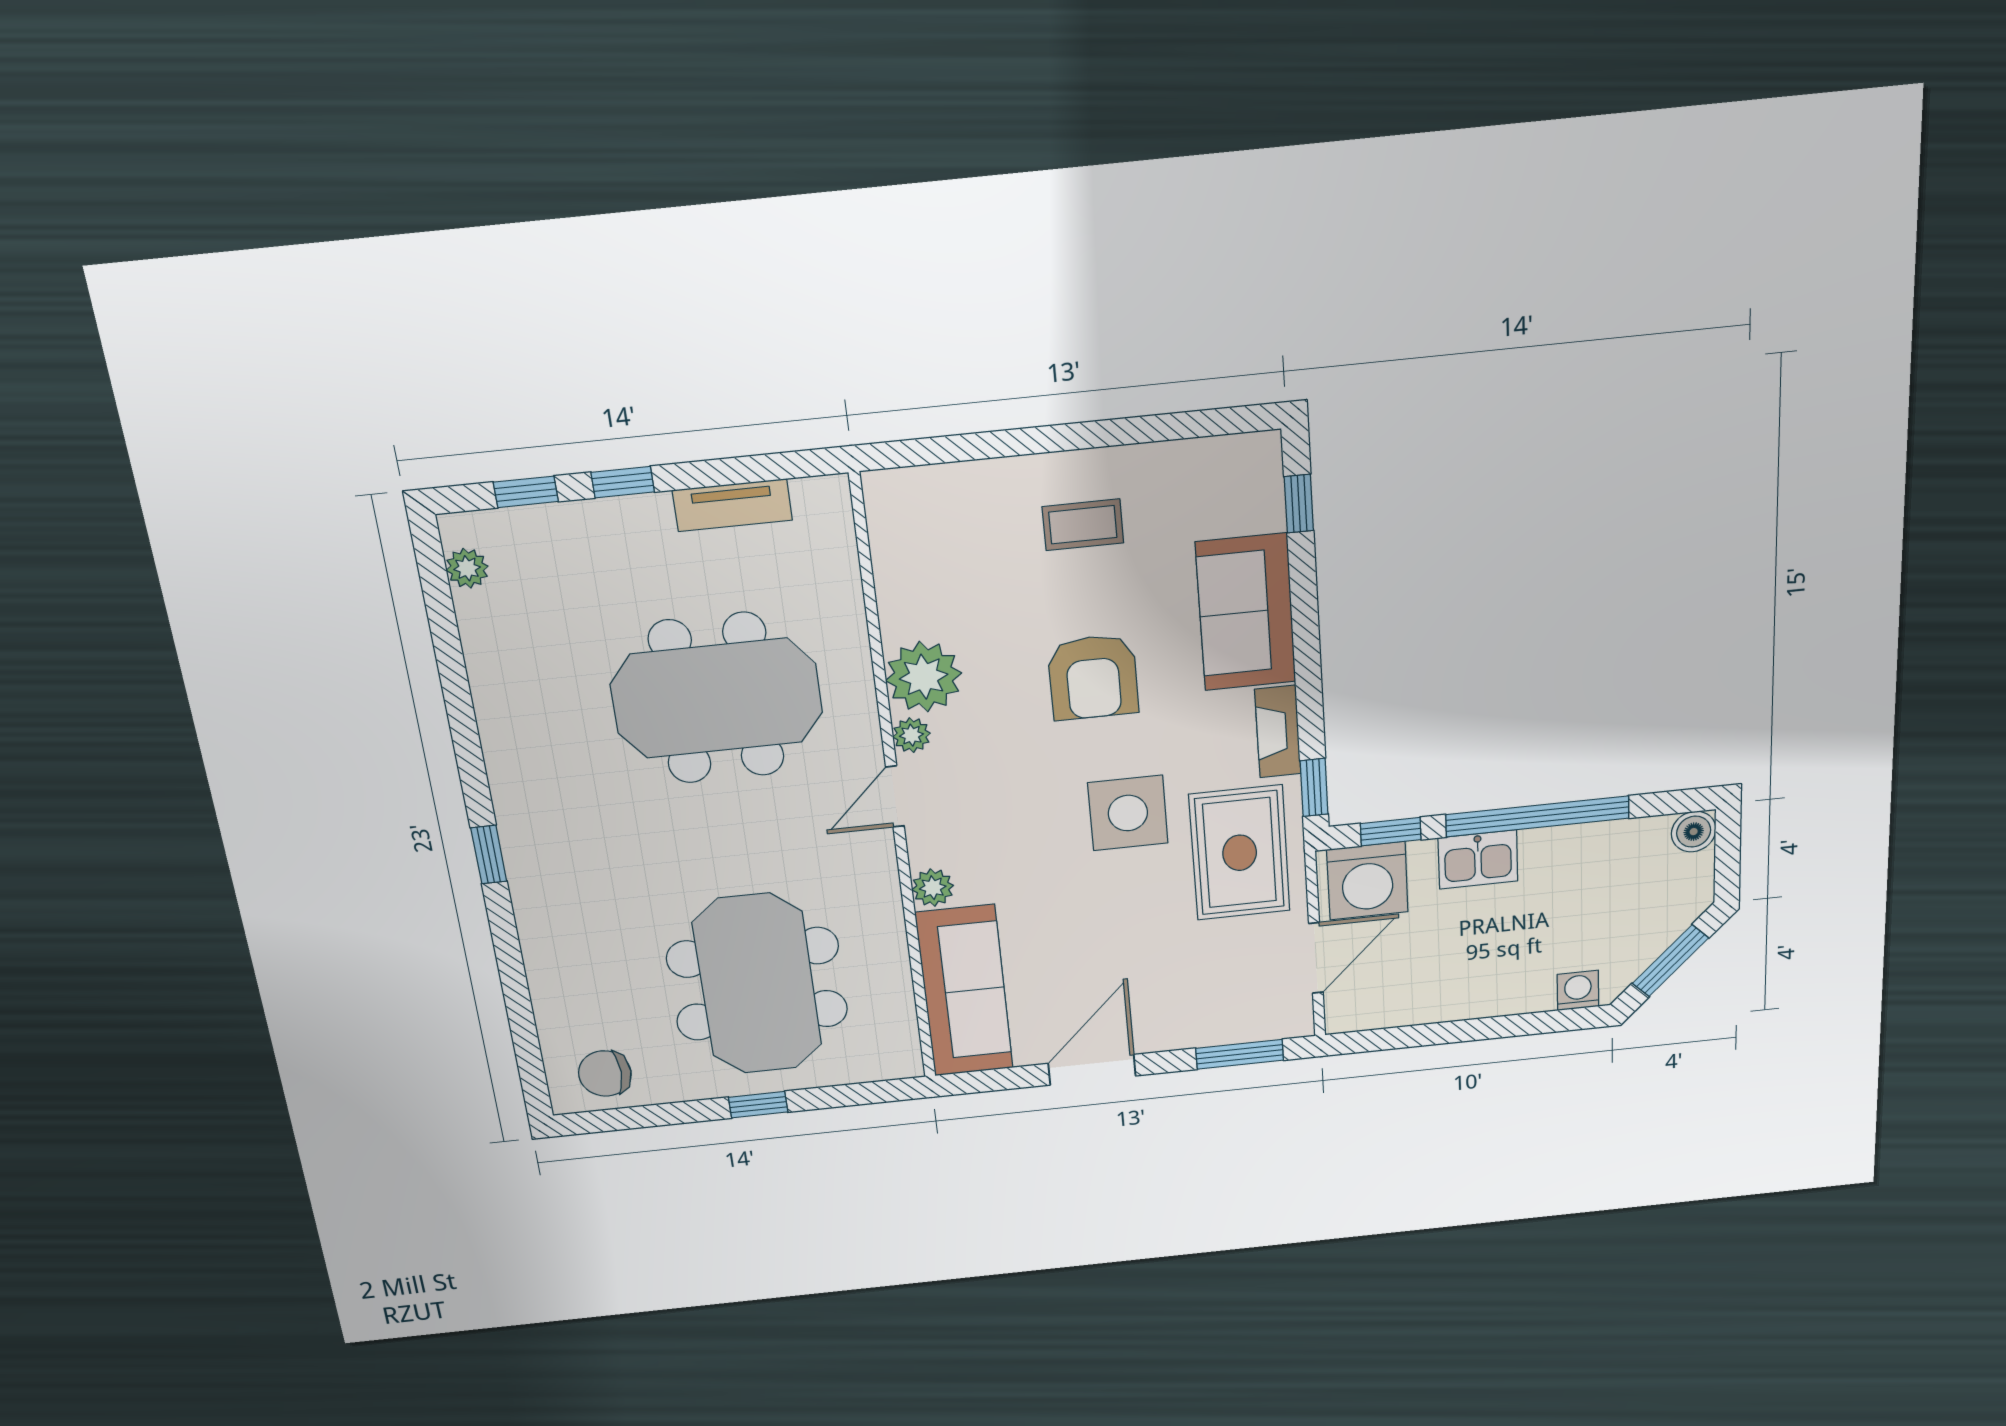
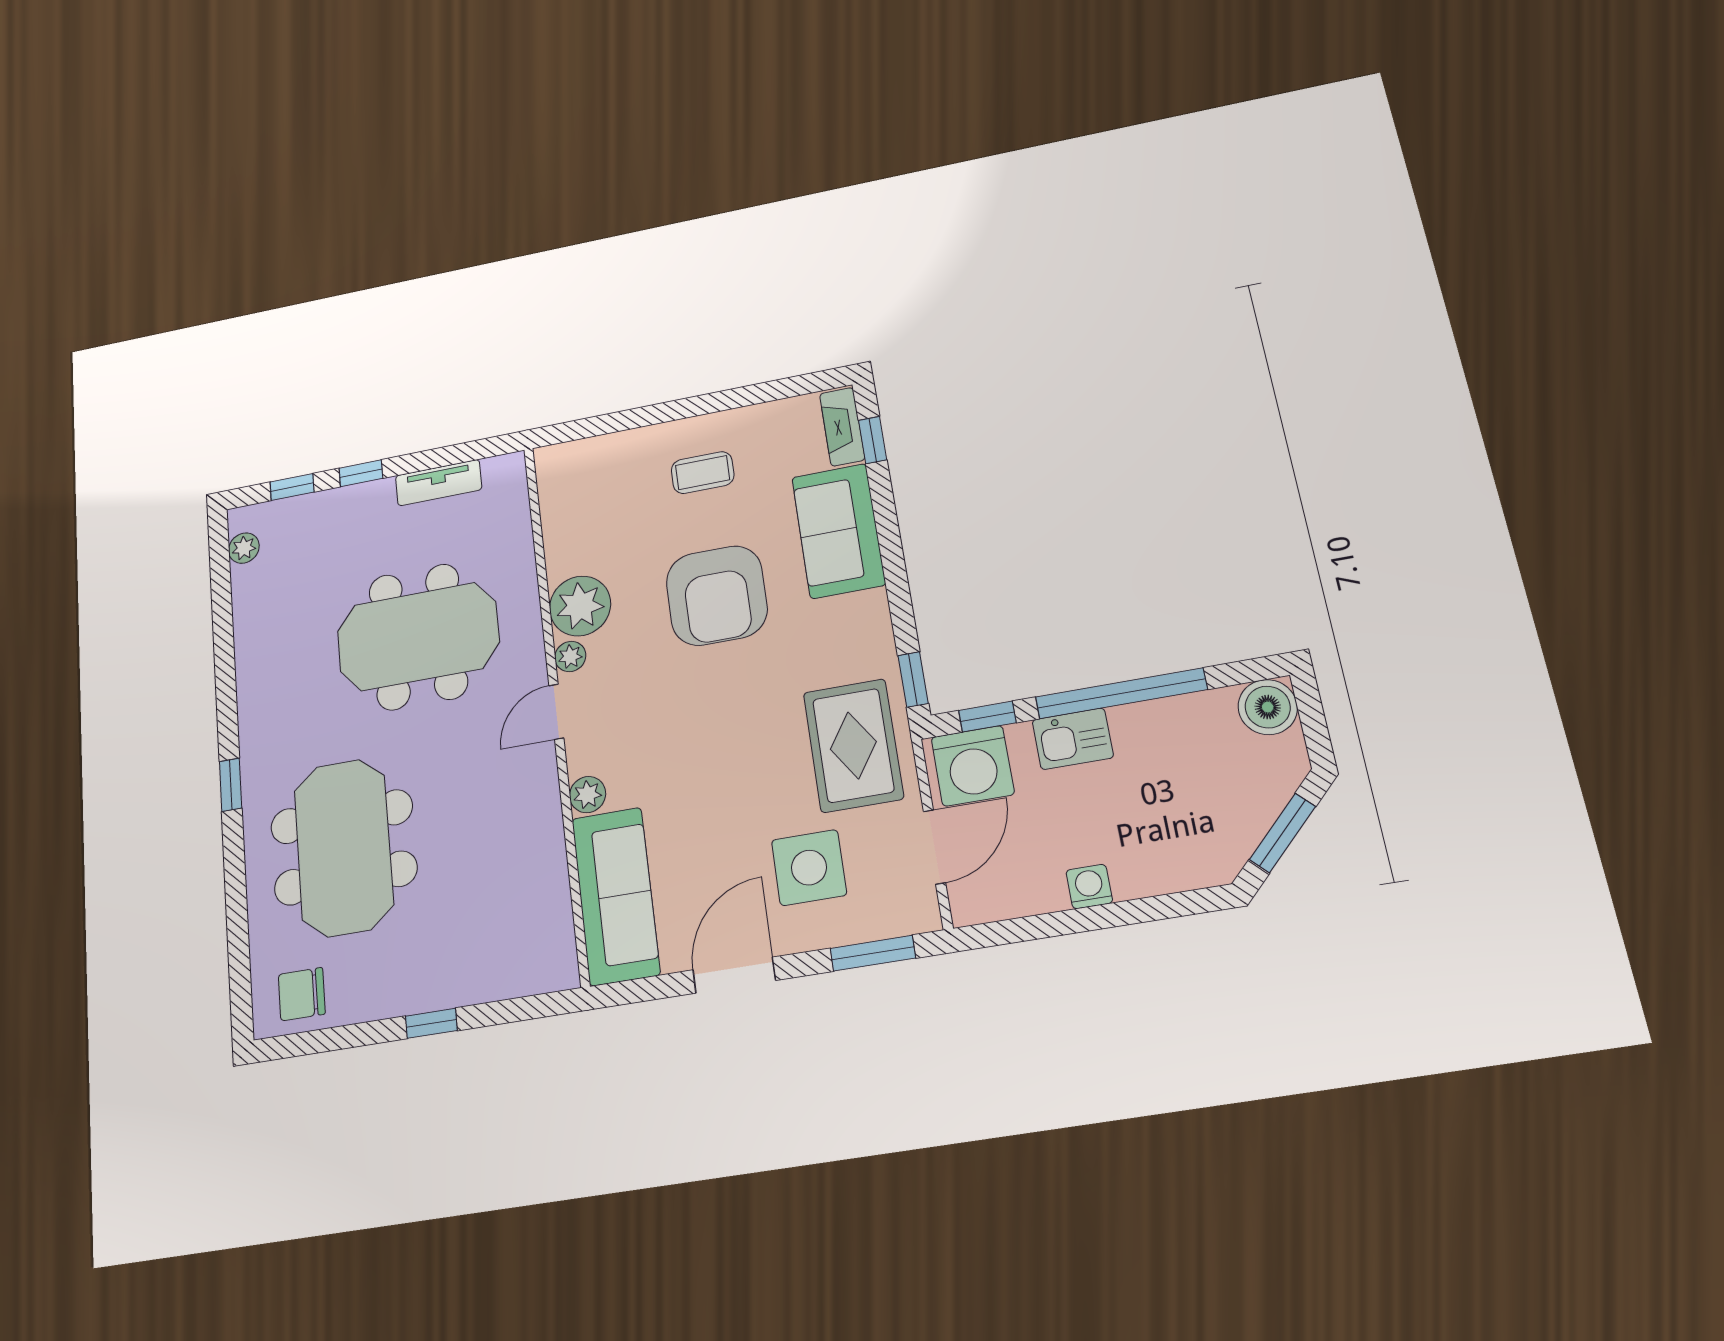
armchair: (1093, 677) -> (717, 595), width x1.36, depth x1.36
fireplace: (1278, 732) -> (842, 427), moved
side table: (1128, 813) -> (809, 868), moved
boiler: (1694, 832) -> (1268, 707), width x1.36, depth x1.36
meeting table: (757, 984) -> (344, 847), moved
washing machine: (1578, 990) -> (1089, 887), moved

